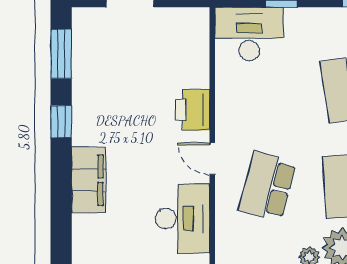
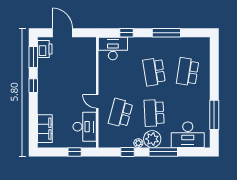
printer: (193, 110) -> (45, 49), moved, turned 180
filing cabinet: (89, 180) -> (45, 129), moved

